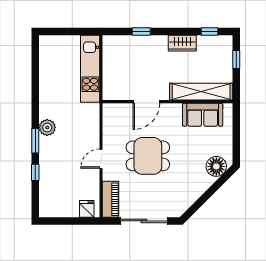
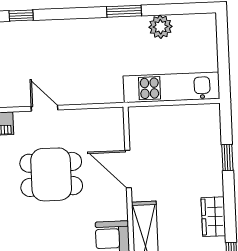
plant: (47, 127) -> (160, 27), moved
window: (35, 141) -> (124, 11), moved
dining table: (148, 156) -> (51, 174), turned 90

